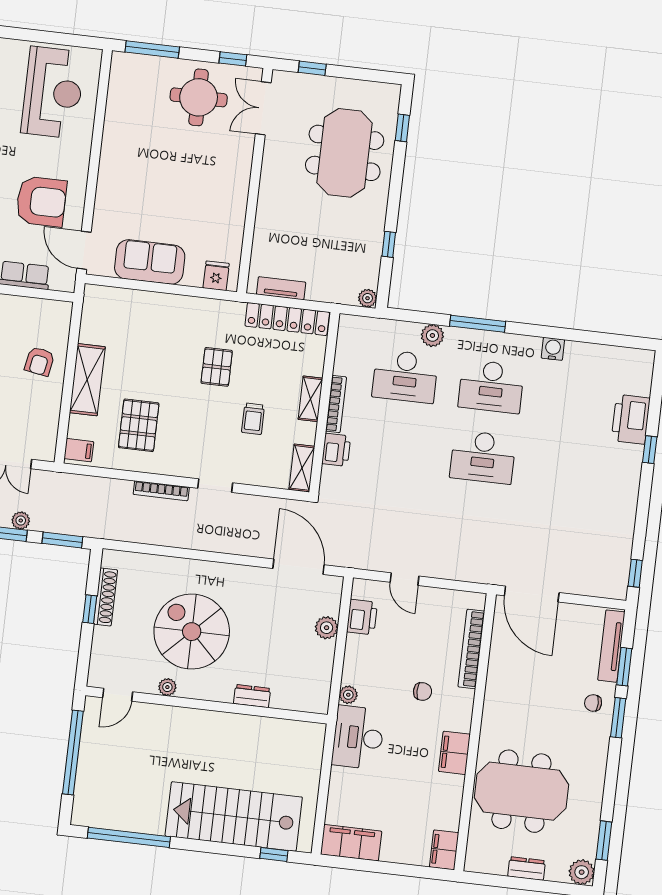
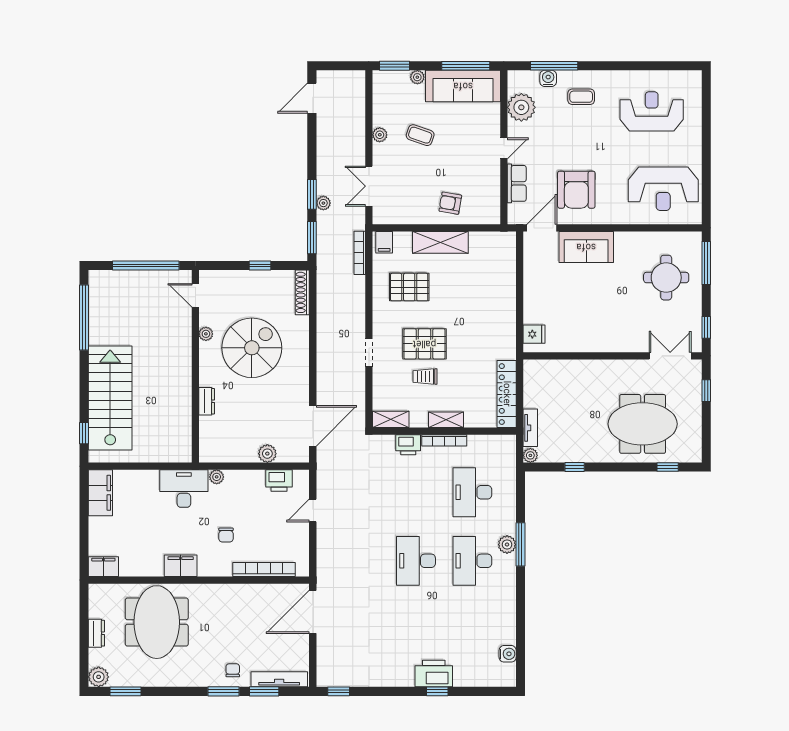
round table: (199, 97) -> (666, 278), moved
sofa: (150, 262) -> (586, 247), moved, turned 90
tv unit: (281, 288) -> (530, 428), moved
plant: (432, 335) -> (507, 545), moved
water cooler: (553, 349) -> (508, 654), moved
pallet: (217, 367) -> (424, 344), moved, width x1.50, depth x1.42
printer: (631, 419) -> (434, 674), moved
bookcase: (161, 491) -> (360, 253), moved
shoe rack: (106, 597) -> (302, 292), moved, turned 90

